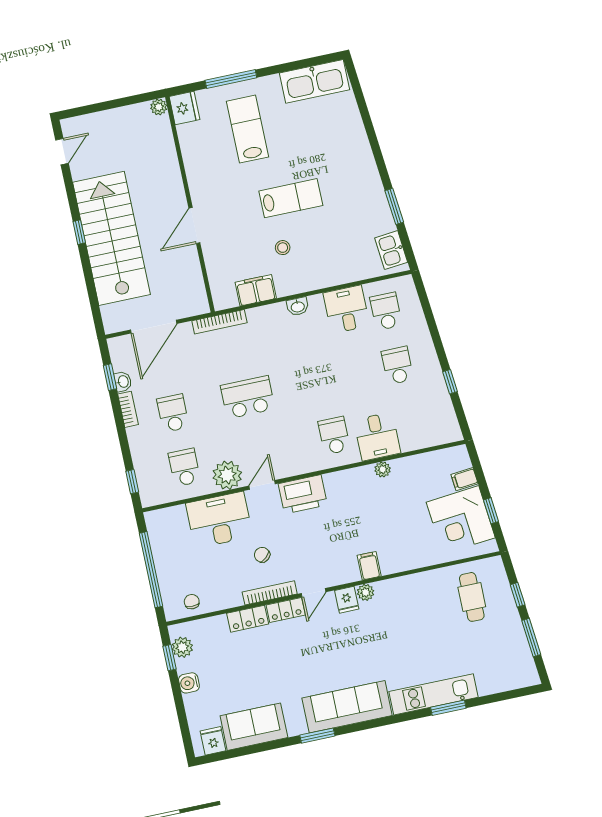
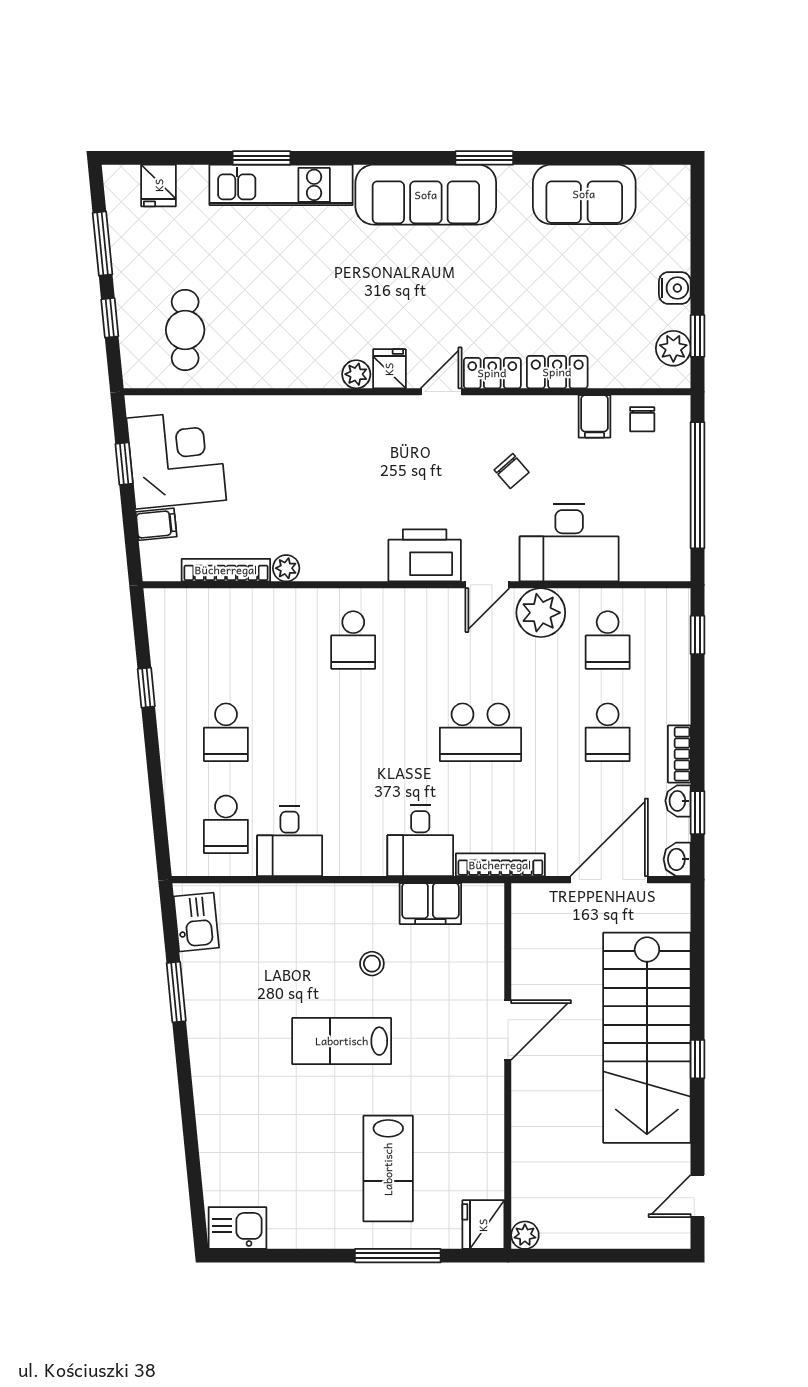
kitchen sink: (314, 81) -> (237, 1228), width x0.53, depth x0.81
washbasin: (298, 306) -> (677, 859), moved, turned -90
desk: (377, 437) -> (420, 841), moved, turned 180
filing cabinet: (369, 566) -> (594, 416), moved
bookcase: (270, 593) -> (226, 570), moved, turned 180
fridge: (213, 741) -> (159, 185), moved

